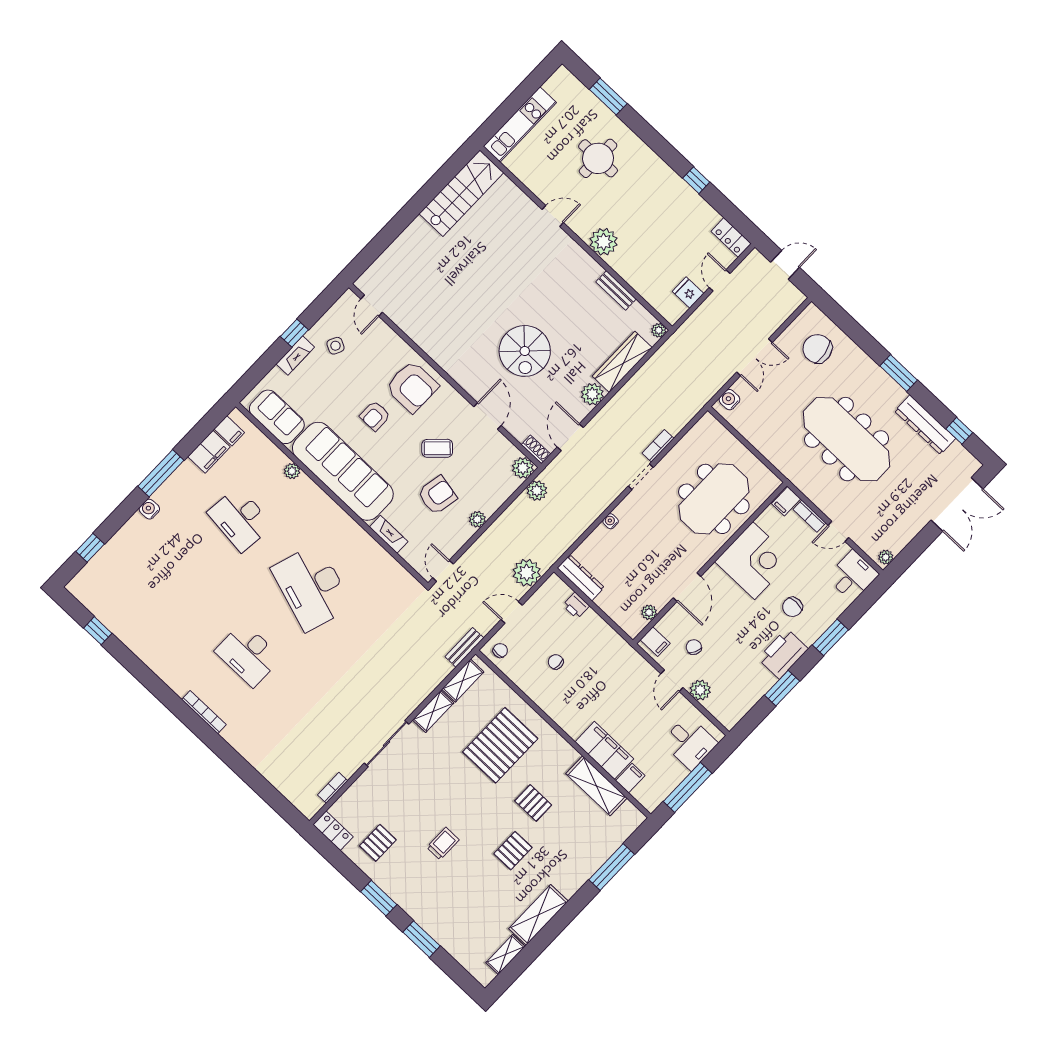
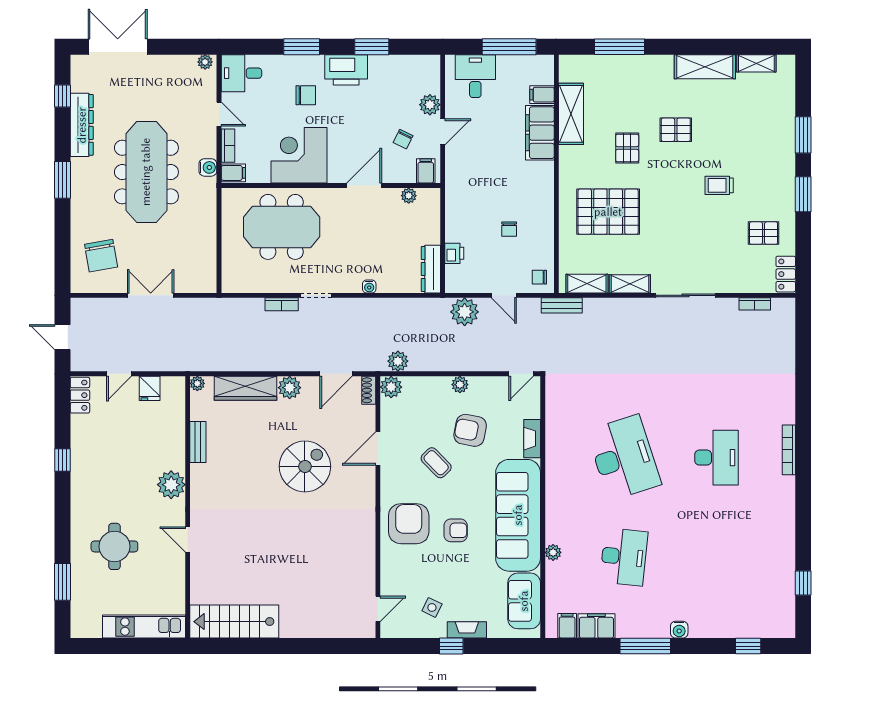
water cooler: (729, 400) -> (208, 167), moved, turned -90
desk: (312, 587) -> (624, 458), turned -36

